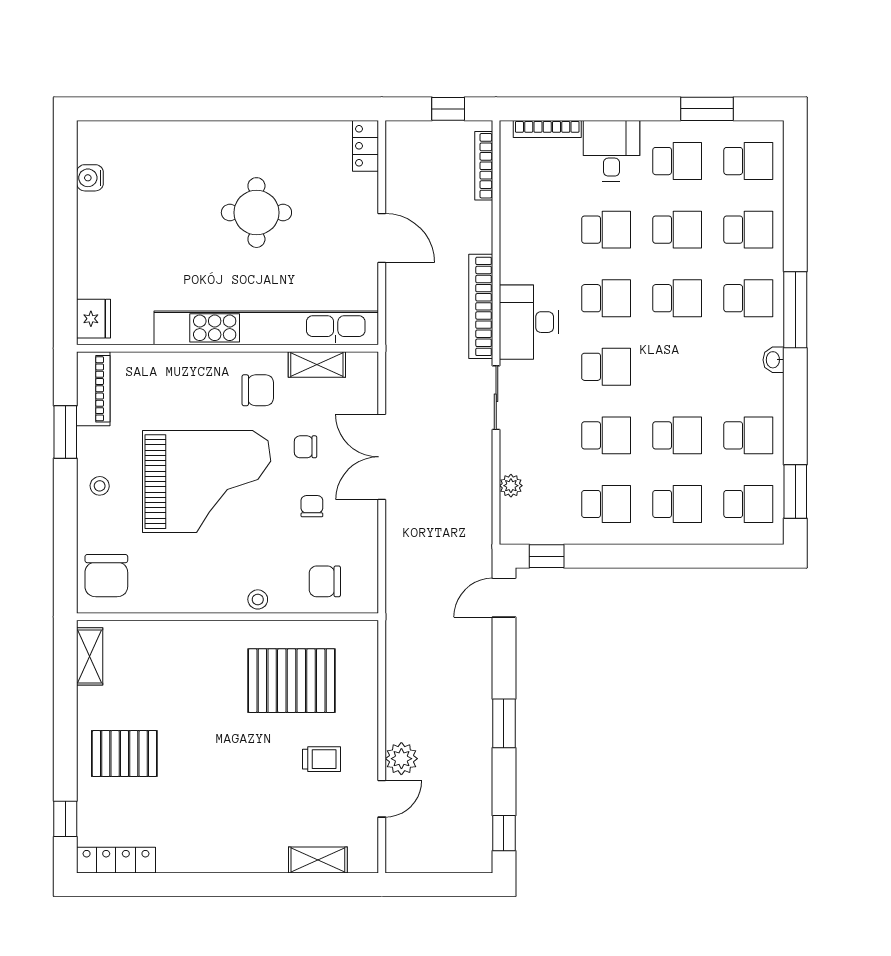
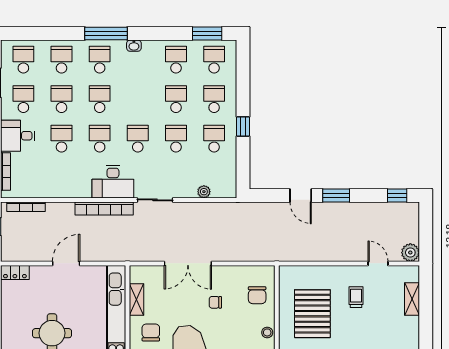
chair: (305, 447) -> (182, 306), removed
window: (547, 556) -> (243, 127), moved
door: (504, 598) -> (301, 195), moved
plant: (401, 759) -> (410, 253), moved

